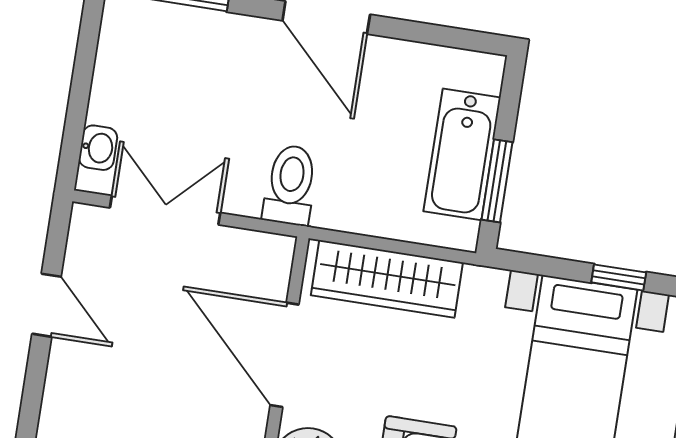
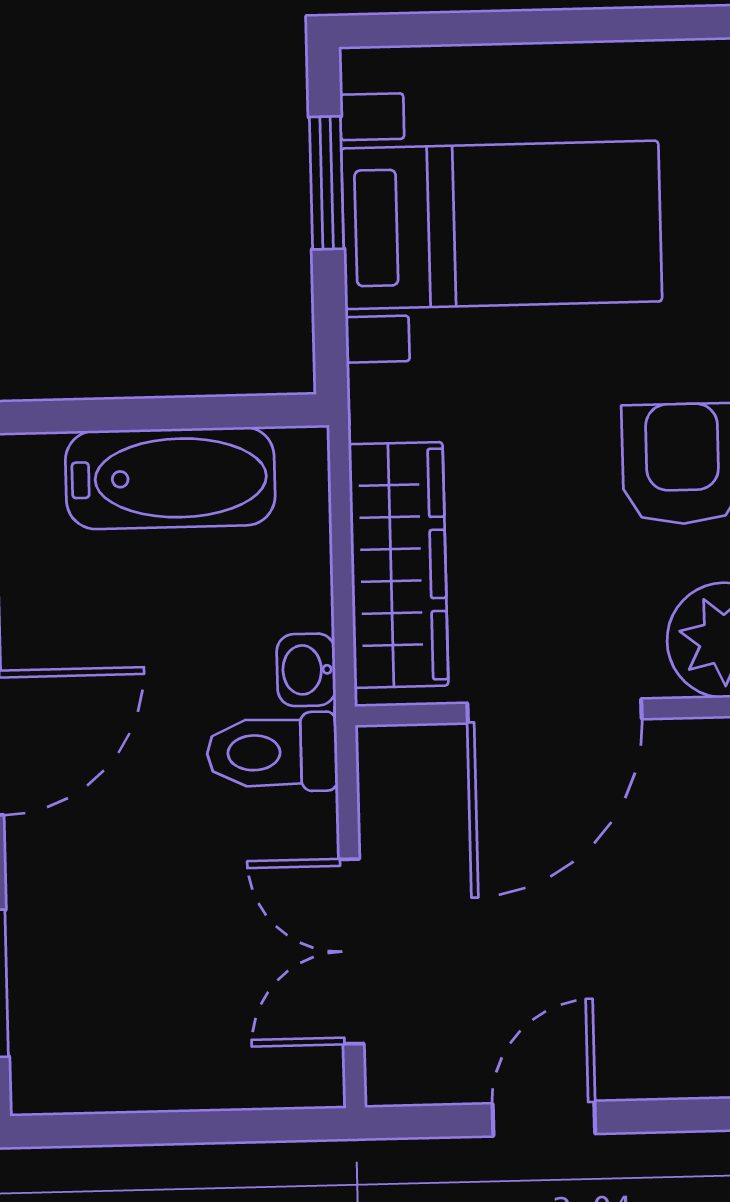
washbasin: (98, 148) -> (306, 670), moved, turned -90
window: (497, 181) -> (204, 413), removed
window: (619, 277) -> (327, 183), width x1.50

